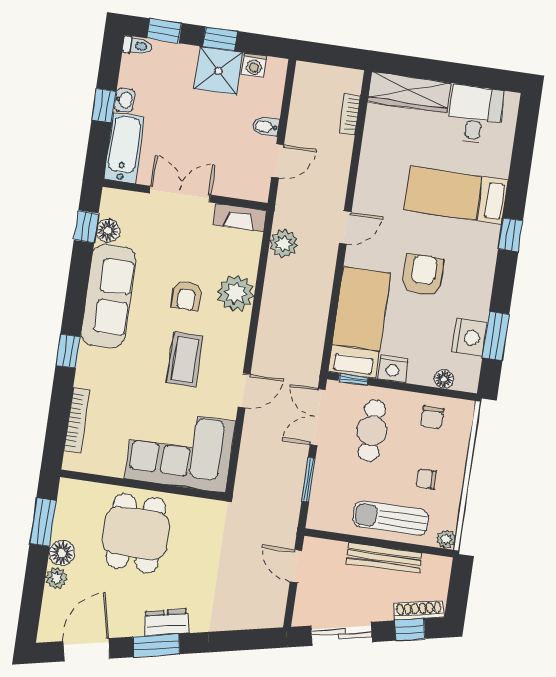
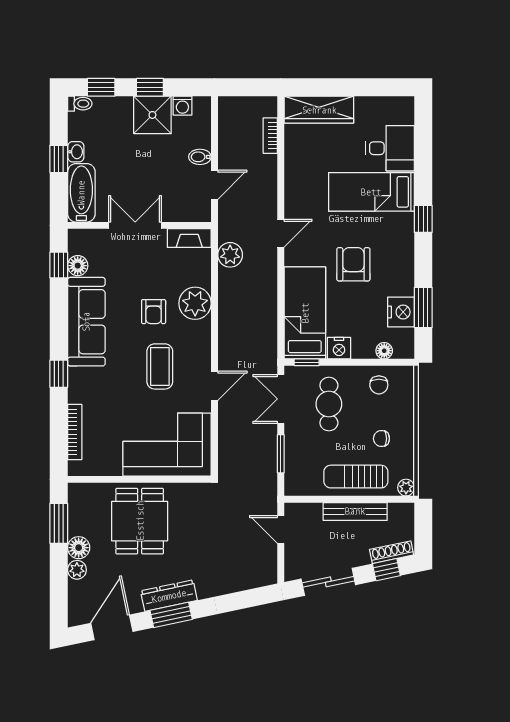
desk: (475, 115) -> (390, 148), moved, turned 90
dresser: (167, 622) -> (169, 596), width x1.44

